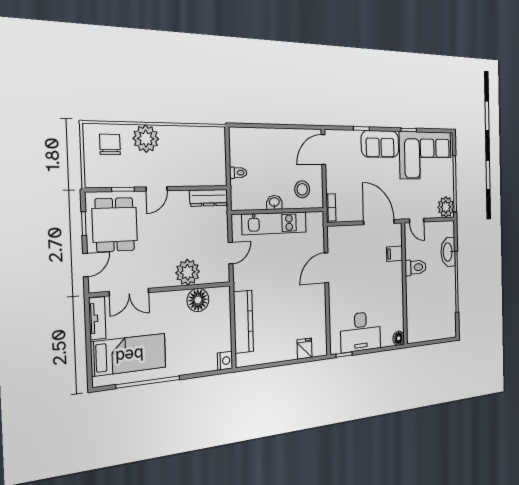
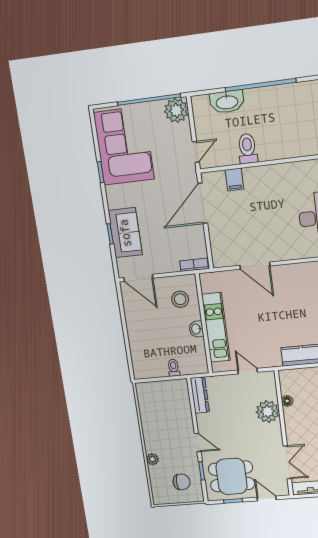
plant: (146, 139) -> (152, 459), width x0.53, depth x0.53
chair: (110, 144) -> (182, 482), moved, turned 180
sofa: (380, 144) -> (125, 233), moved
floor lamp: (198, 300) -> (287, 401), width x0.53, depth x0.53

